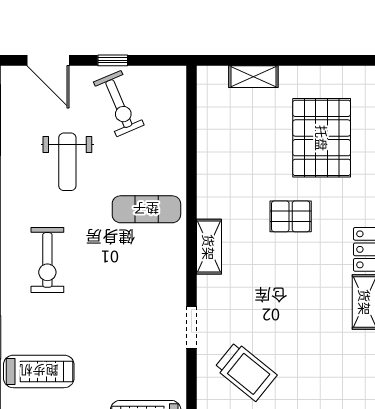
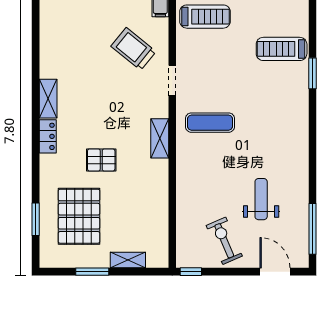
window: (113, 60) -> (191, 272), moved
window: (303, 60) -> (92, 272), added
exercise mat: (146, 209) -> (210, 123), moved
exercise bike: (47, 260) -> (275, 129), removed

